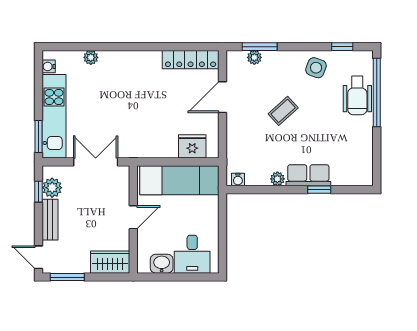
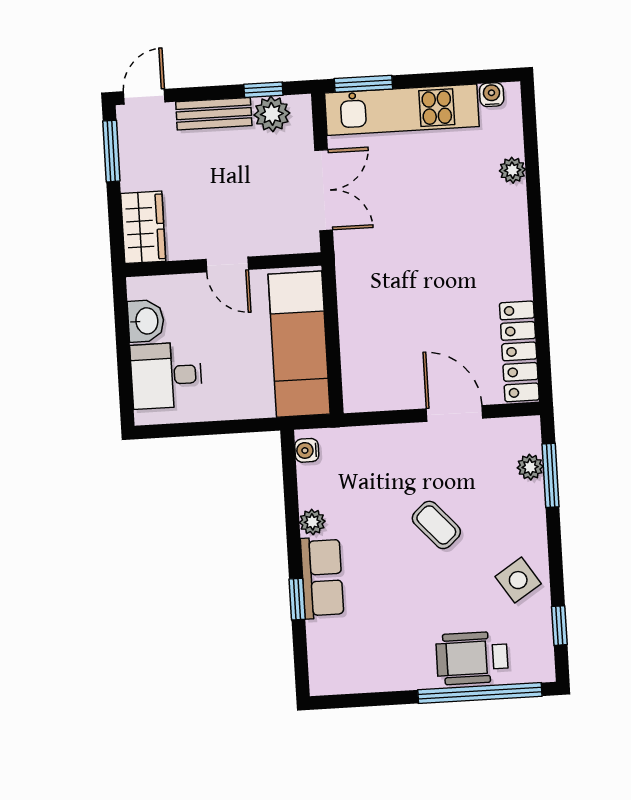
side table: (316, 68) -> (518, 580), turned 37
fridge: (192, 146) -> (362, 364), removed

